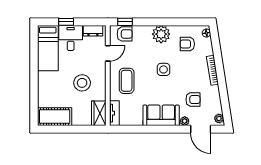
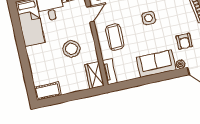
armchair: (193, 100) -> (184, 41), turned 90
cot: (55, 117) -> (48, 91), width x0.73, depth x0.75

